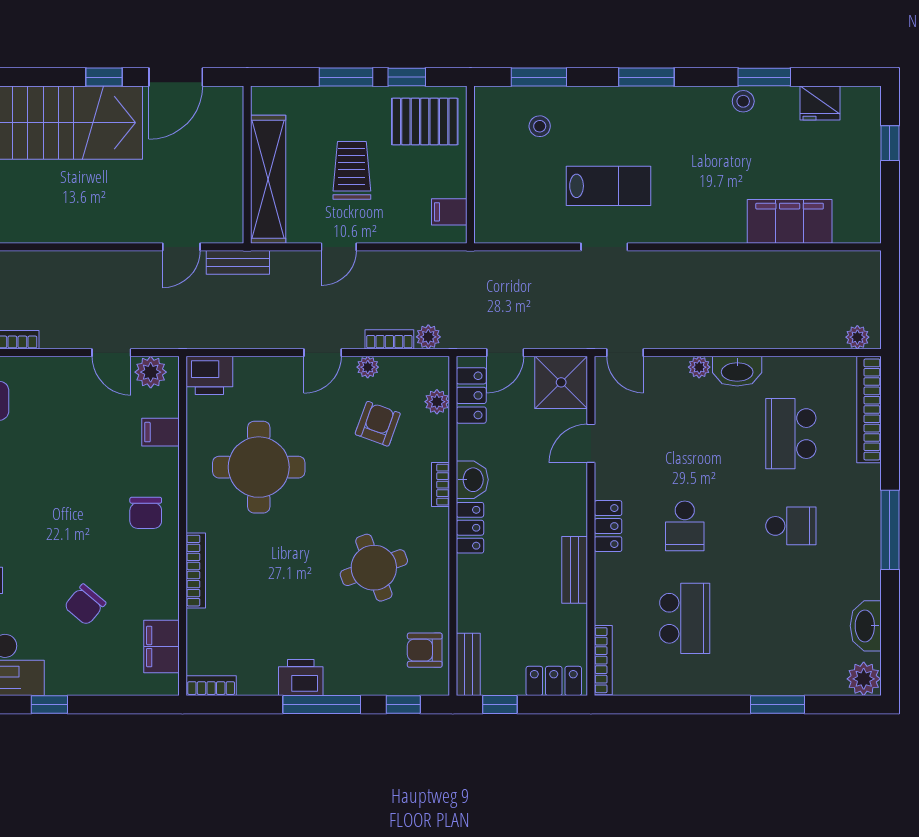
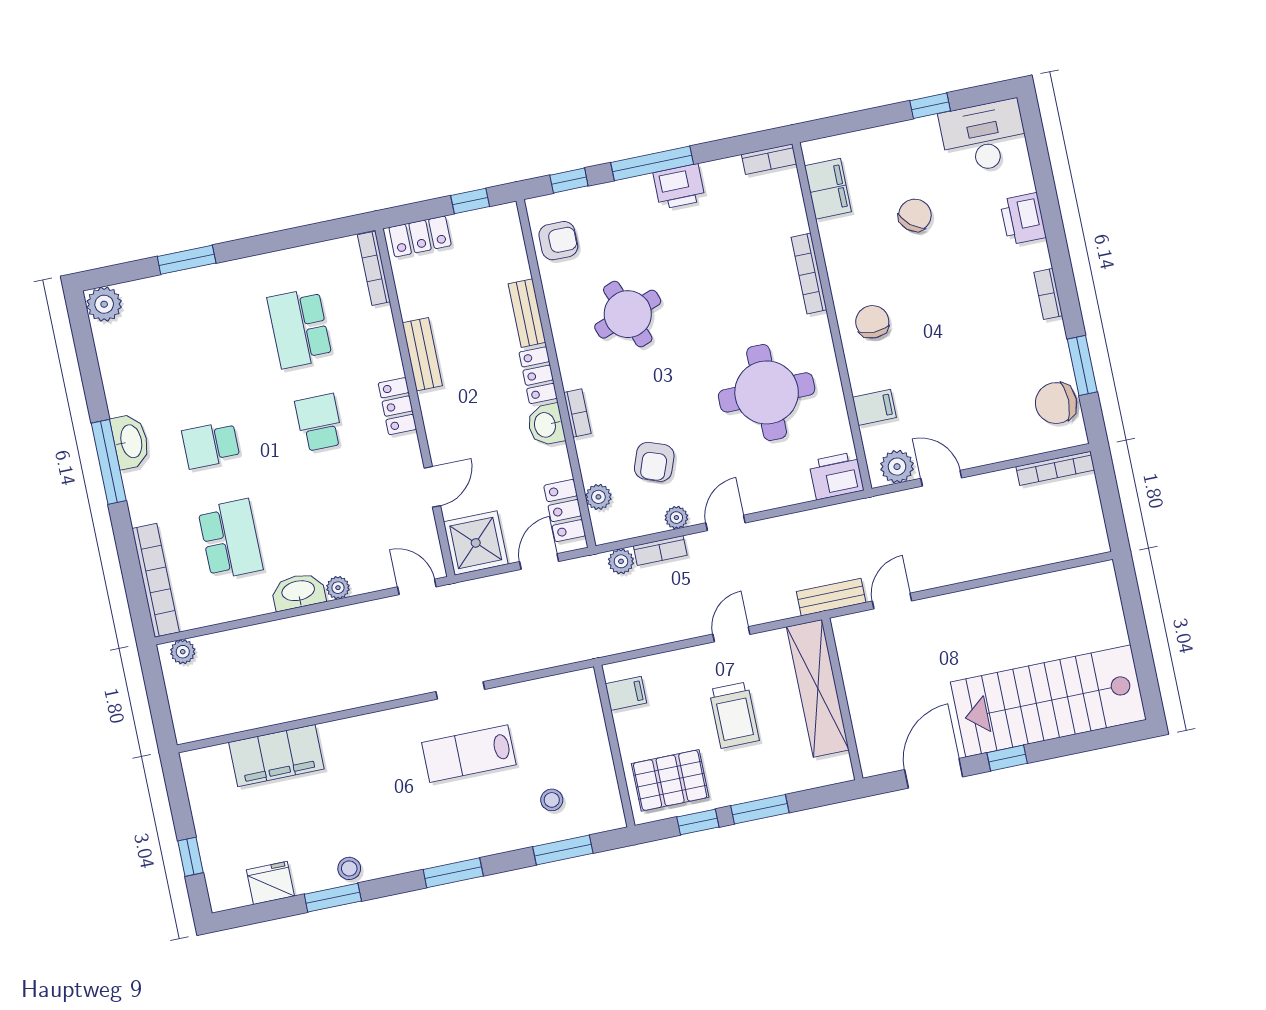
washbasin: (866, 626) -> (130, 441), moved
bench: (468, 664) -> (527, 313), moved

